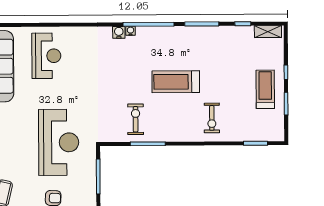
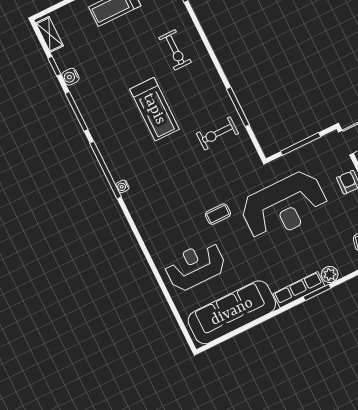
water cooler: (119, 32) -> (70, 77), moved
coffee table: (76, 91) -> (218, 214), added
exercise bike: (212, 118) -> (175, 50), turned 90
reception desk: (59, 142) -> (284, 206), turned 180

